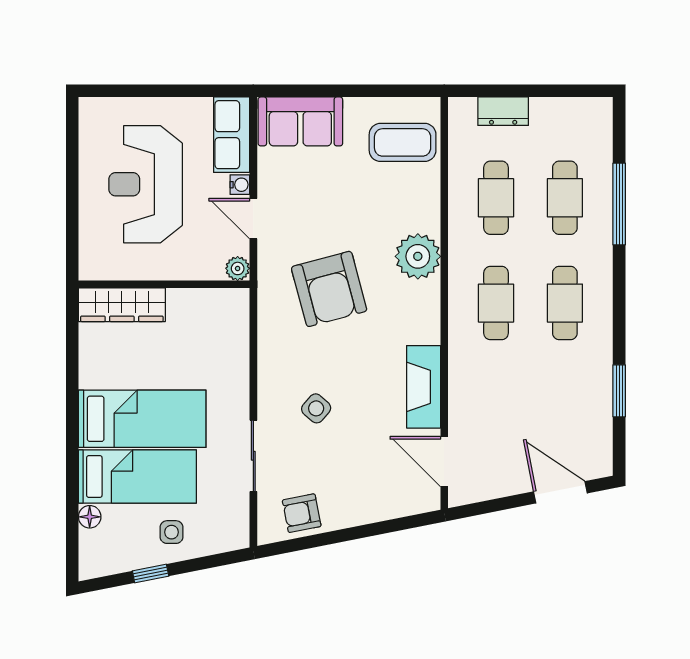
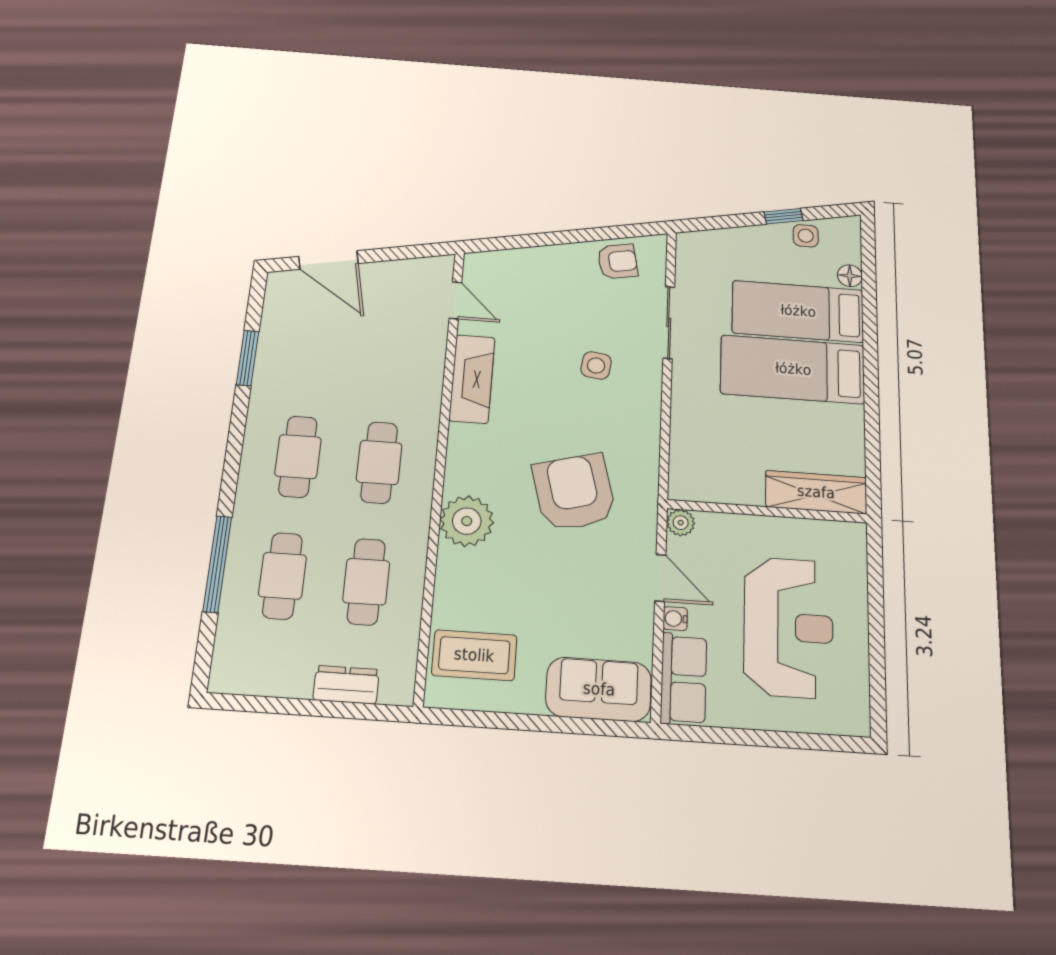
side table: (316, 408) -> (596, 366), turned -33
door: (444, 462) -> (455, 300), width x0.73
side table: (171, 532) -> (806, 236), moved

